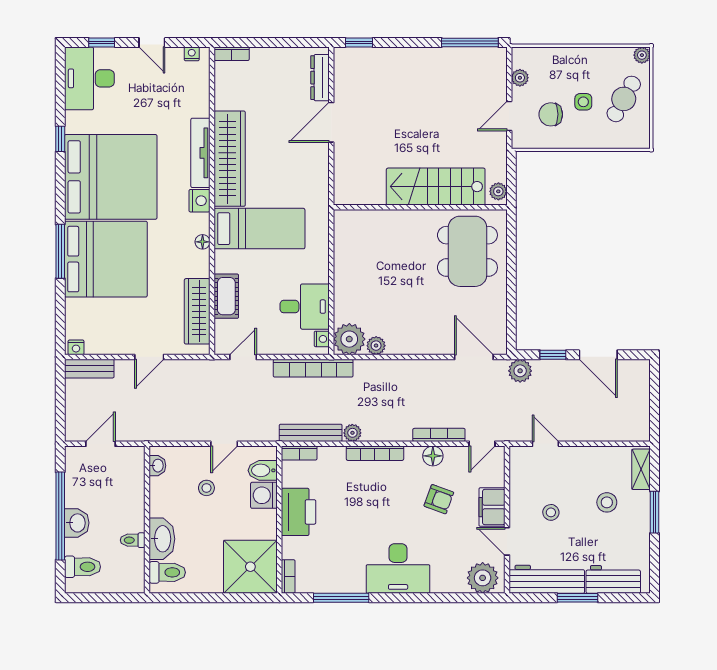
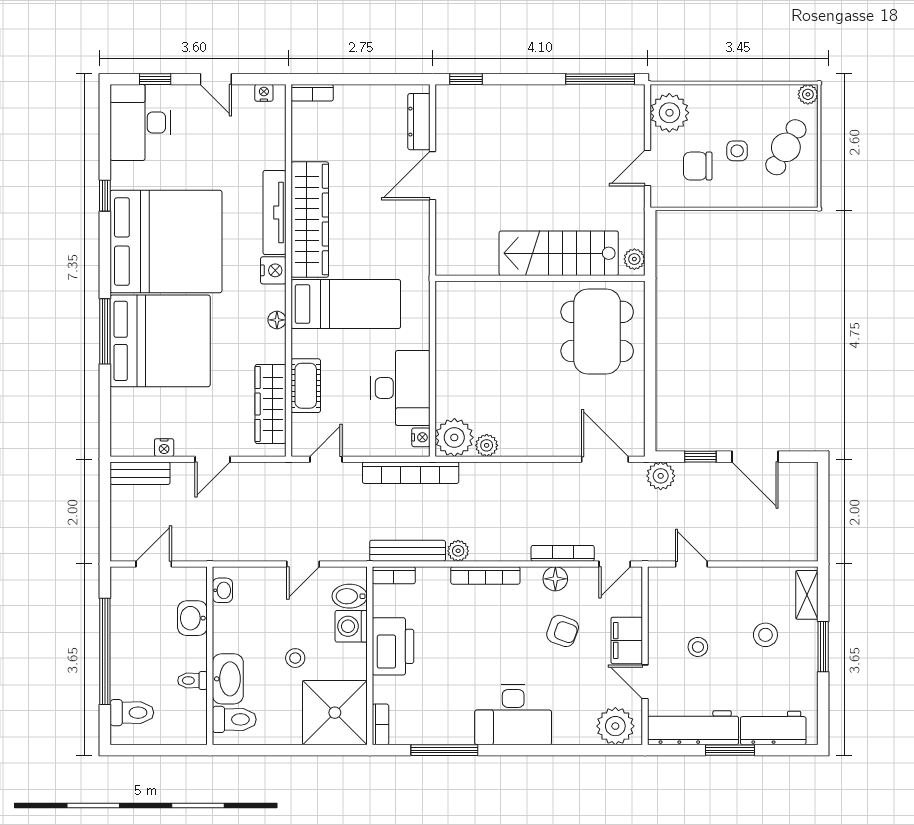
plant: (520, 78) -> (669, 113), width x1.87, depth x1.87
desk: (305, 307) -> (400, 388), width x1.37
nightstand: (76, 347) -> (164, 448), moved
stool: (206, 488) -> (295, 658), moved
washbasin: (77, 523) -> (192, 618), moved, turned 180

